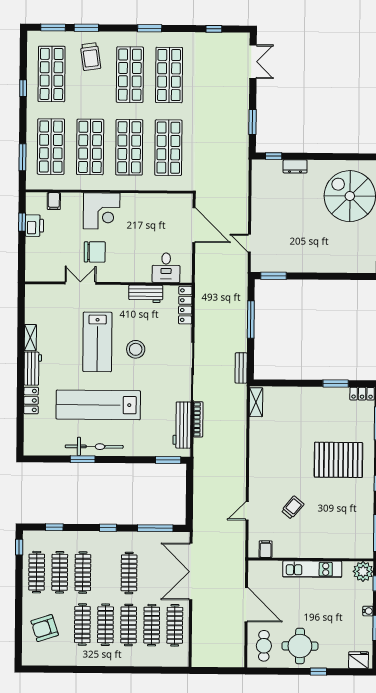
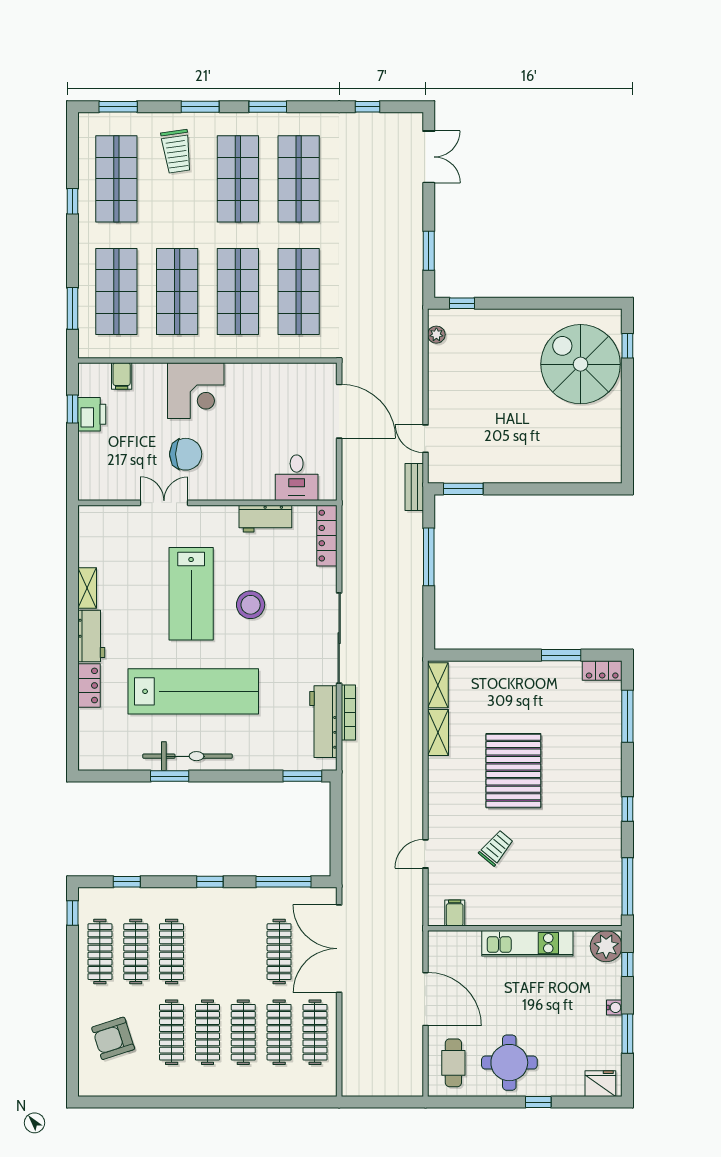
window: (86, 28) -> (200, 107), moved
dresser: (295, 166) -> (495, 319), removed
plant: (257, 176) -> (436, 335), added
bench: (241, 368) -> (414, 487), moved
lab bench: (98, 405) -> (193, 691), turned 180
shelving: (256, 433) -> (438, 733), added
pallet: (338, 460) -> (513, 771), moved, turned 90
clothes rail: (129, 573) -> (279, 952), moved

